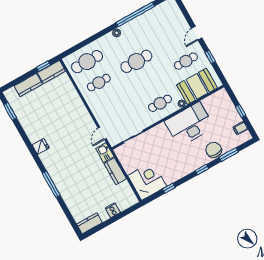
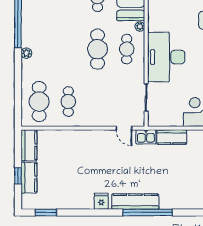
cafe table: (136, 61) -> (98, 49), moved
window: (43, 66) -> (18, 176), moved
desk: (189, 124) -> (166, 57), moved
kitchen counter: (54, 171) -> (135, 202), added
window: (51, 184) -> (148, 212), width x1.46

